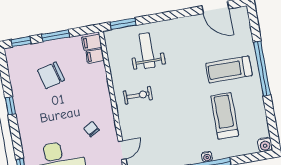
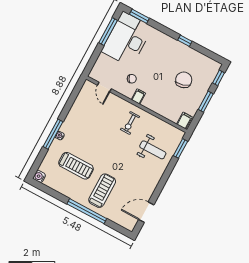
filing cabinet: (95, 56) -> (138, 97), moved

